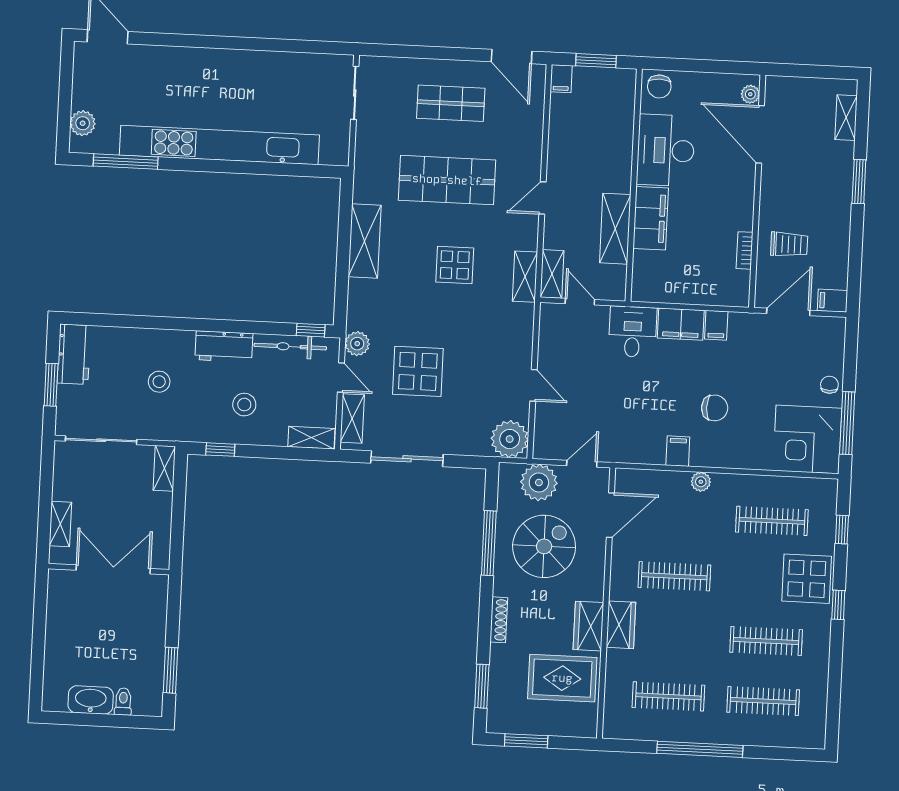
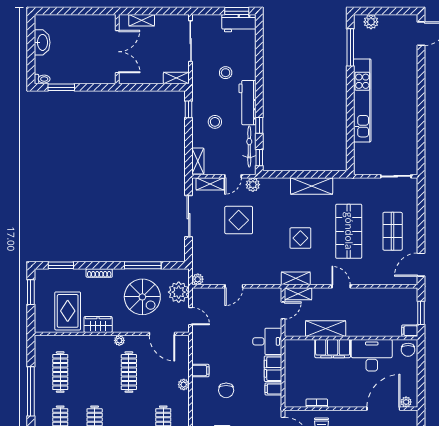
filing cabinet: (561, 79) -> (410, 331), moved
chair: (659, 86) -> (408, 350), turned -90
kitchen unit: (219, 145) -> (362, 100), width x0.73
window: (254, 327) -> (259, 125), added
workbench: (224, 347) -> (247, 103), width x1.38
window: (51, 385) -> (237, 11), moved
plant: (510, 439) -> (198, 279), width x0.53, depth x0.53
plant: (618, 590) -> (119, 340), added
wardrobe: (621, 625) -> (100, 343), removed
toilet: (123, 702) -> (42, 79), moved

